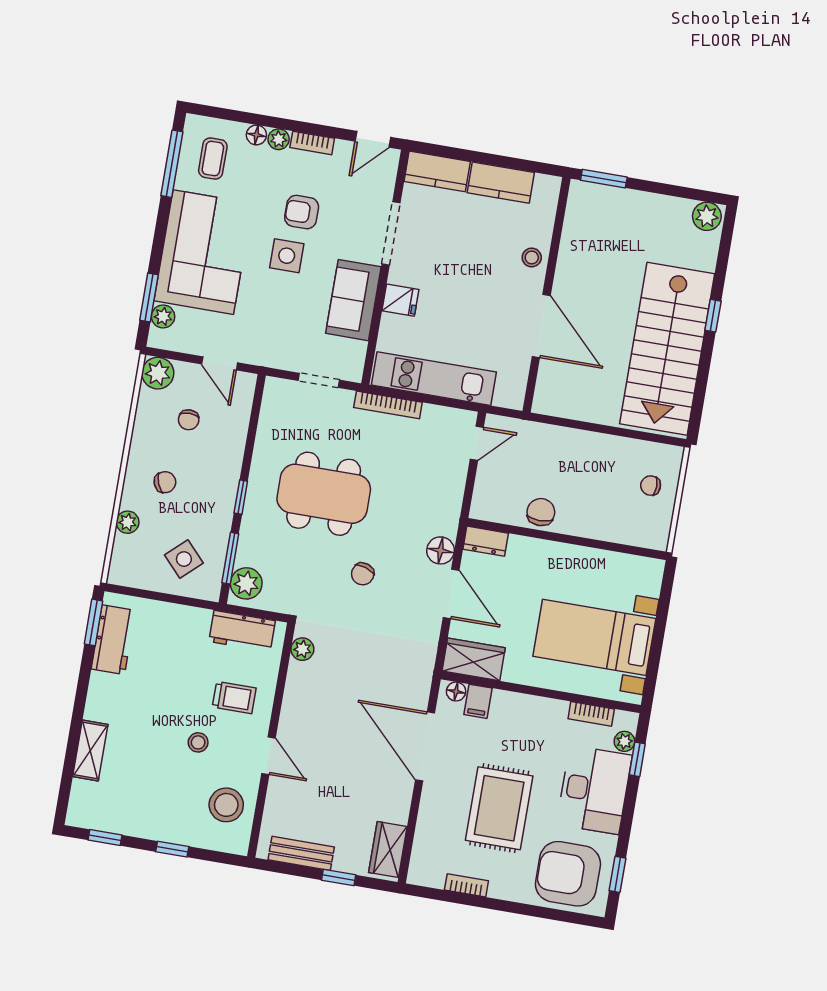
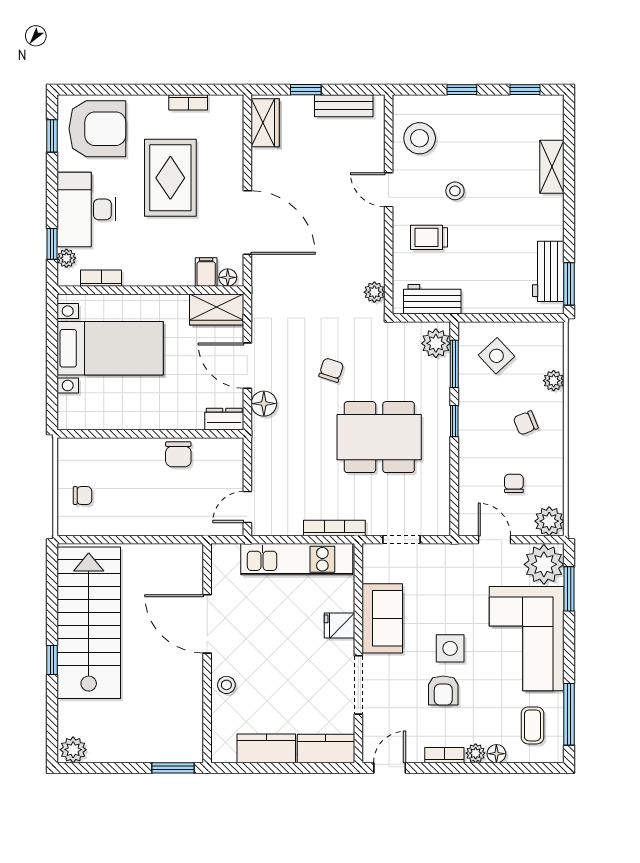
armchair: (302, 212) -> (443, 690), turned 90
plant: (163, 316) -> (544, 564), width x1.87, depth x1.87

